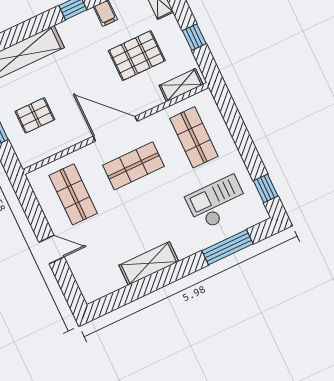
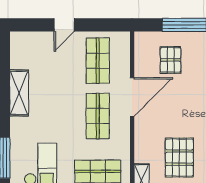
door: (115, 129) -> (132, 97), moved
shop shelf: (73, 194) -> (98, 61), turned 90

